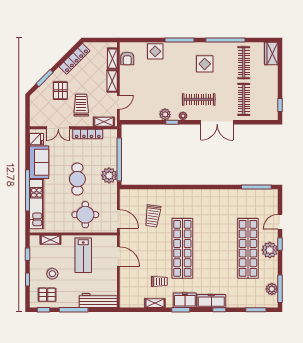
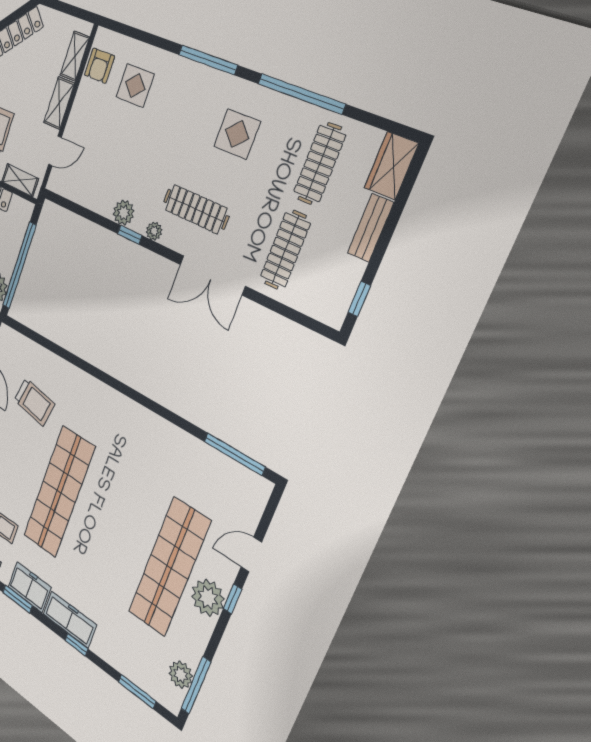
display table: (155, 51) -> (135, 86), moved
bench: (273, 78) -> (370, 228), added
trolley: (153, 216) -> (34, 402), turned -88

